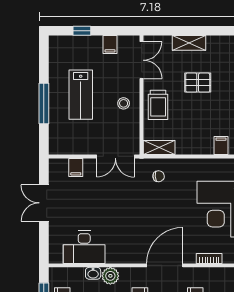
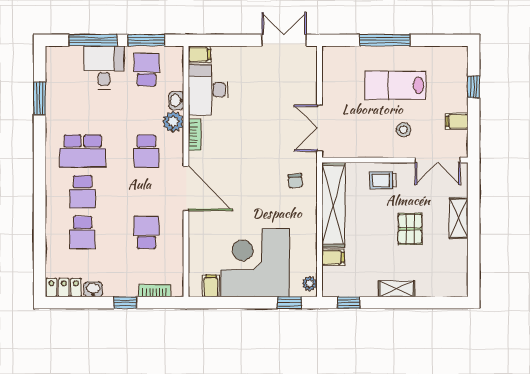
stool: (124, 103) -> (404, 130), moved
trolley: (158, 105) -> (383, 180), width x0.73, depth x0.72
shelving: (159, 148) -> (333, 205), width x2.20, depth x1.33
filing cabinet: (76, 167) -> (199, 54), moved, turned 180
double door: (44, 203) -> (284, 40), moved
bookcase: (209, 258) -> (195, 135), moved

